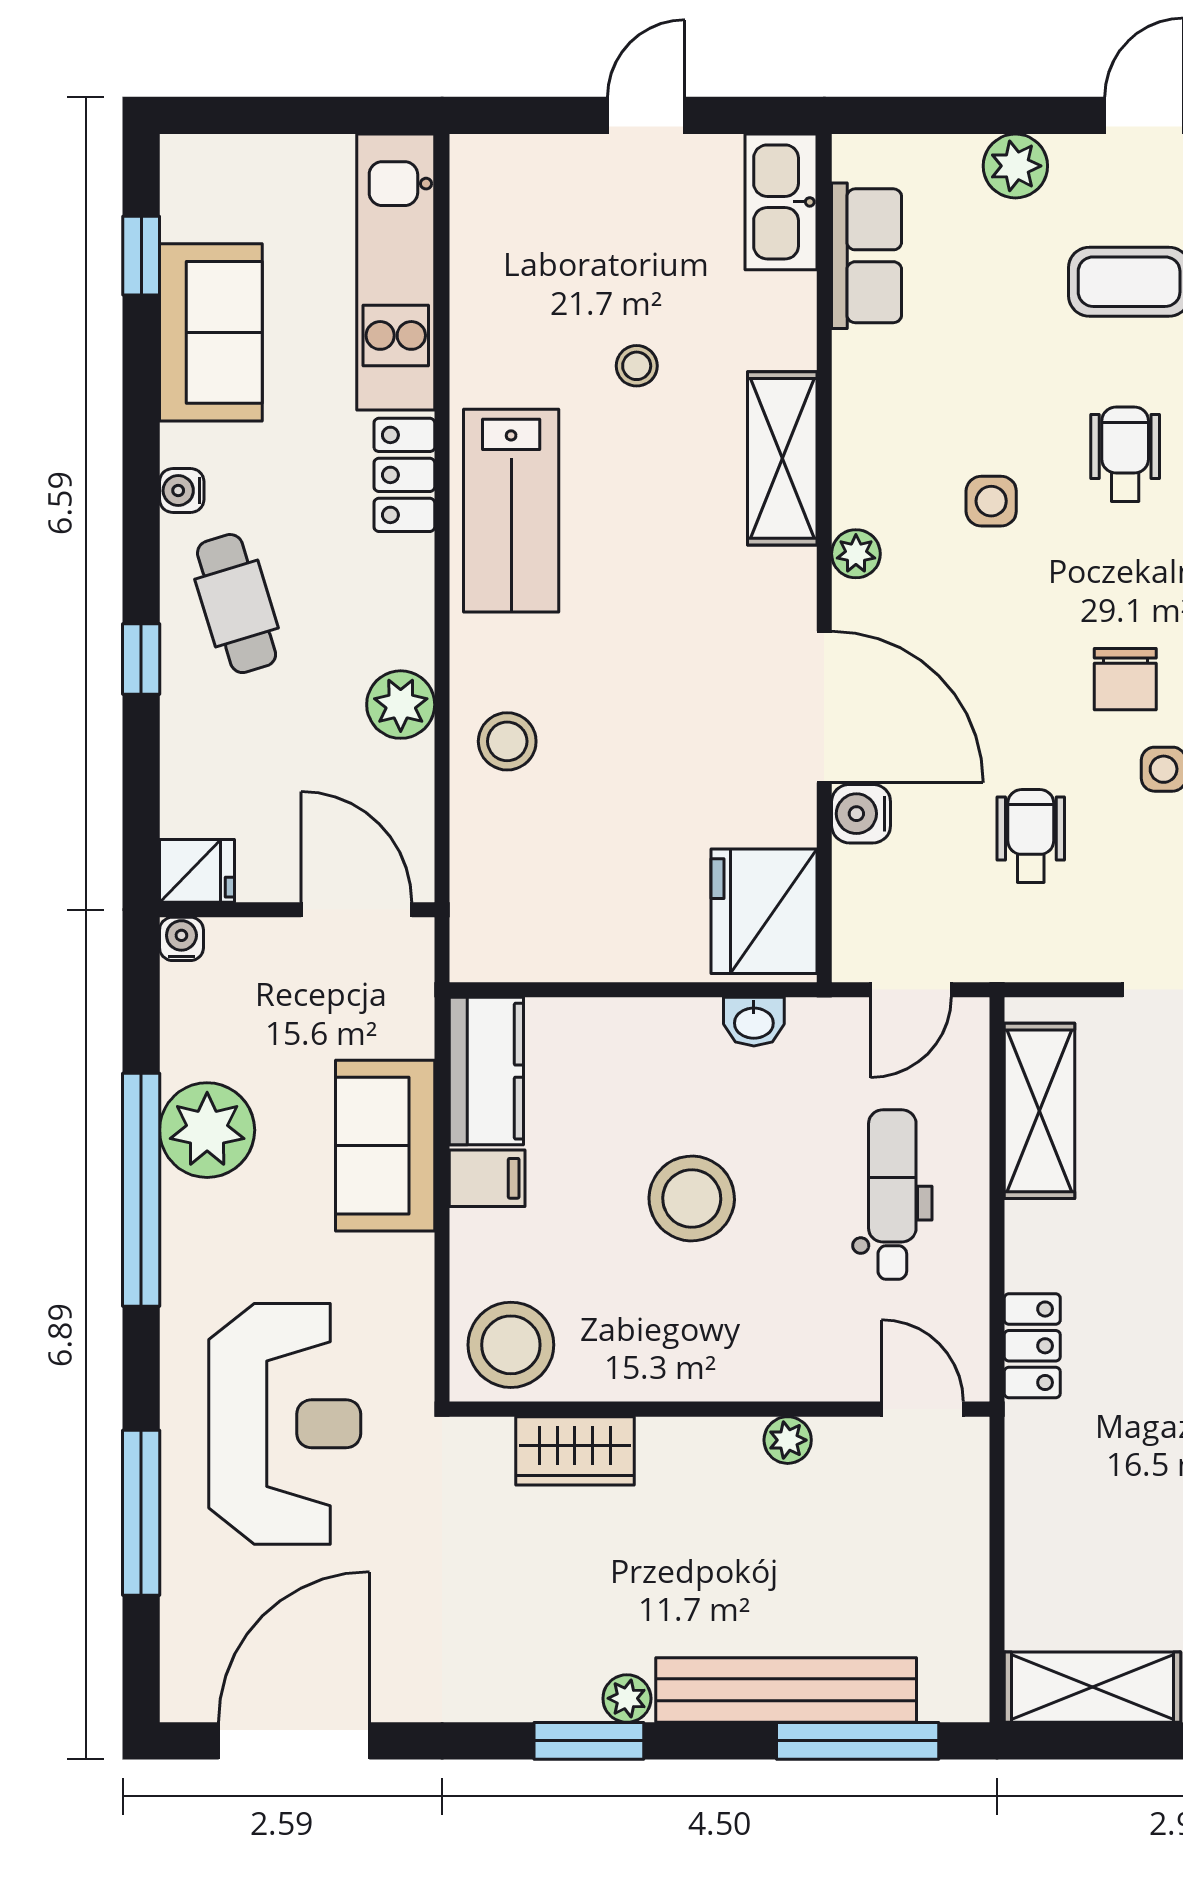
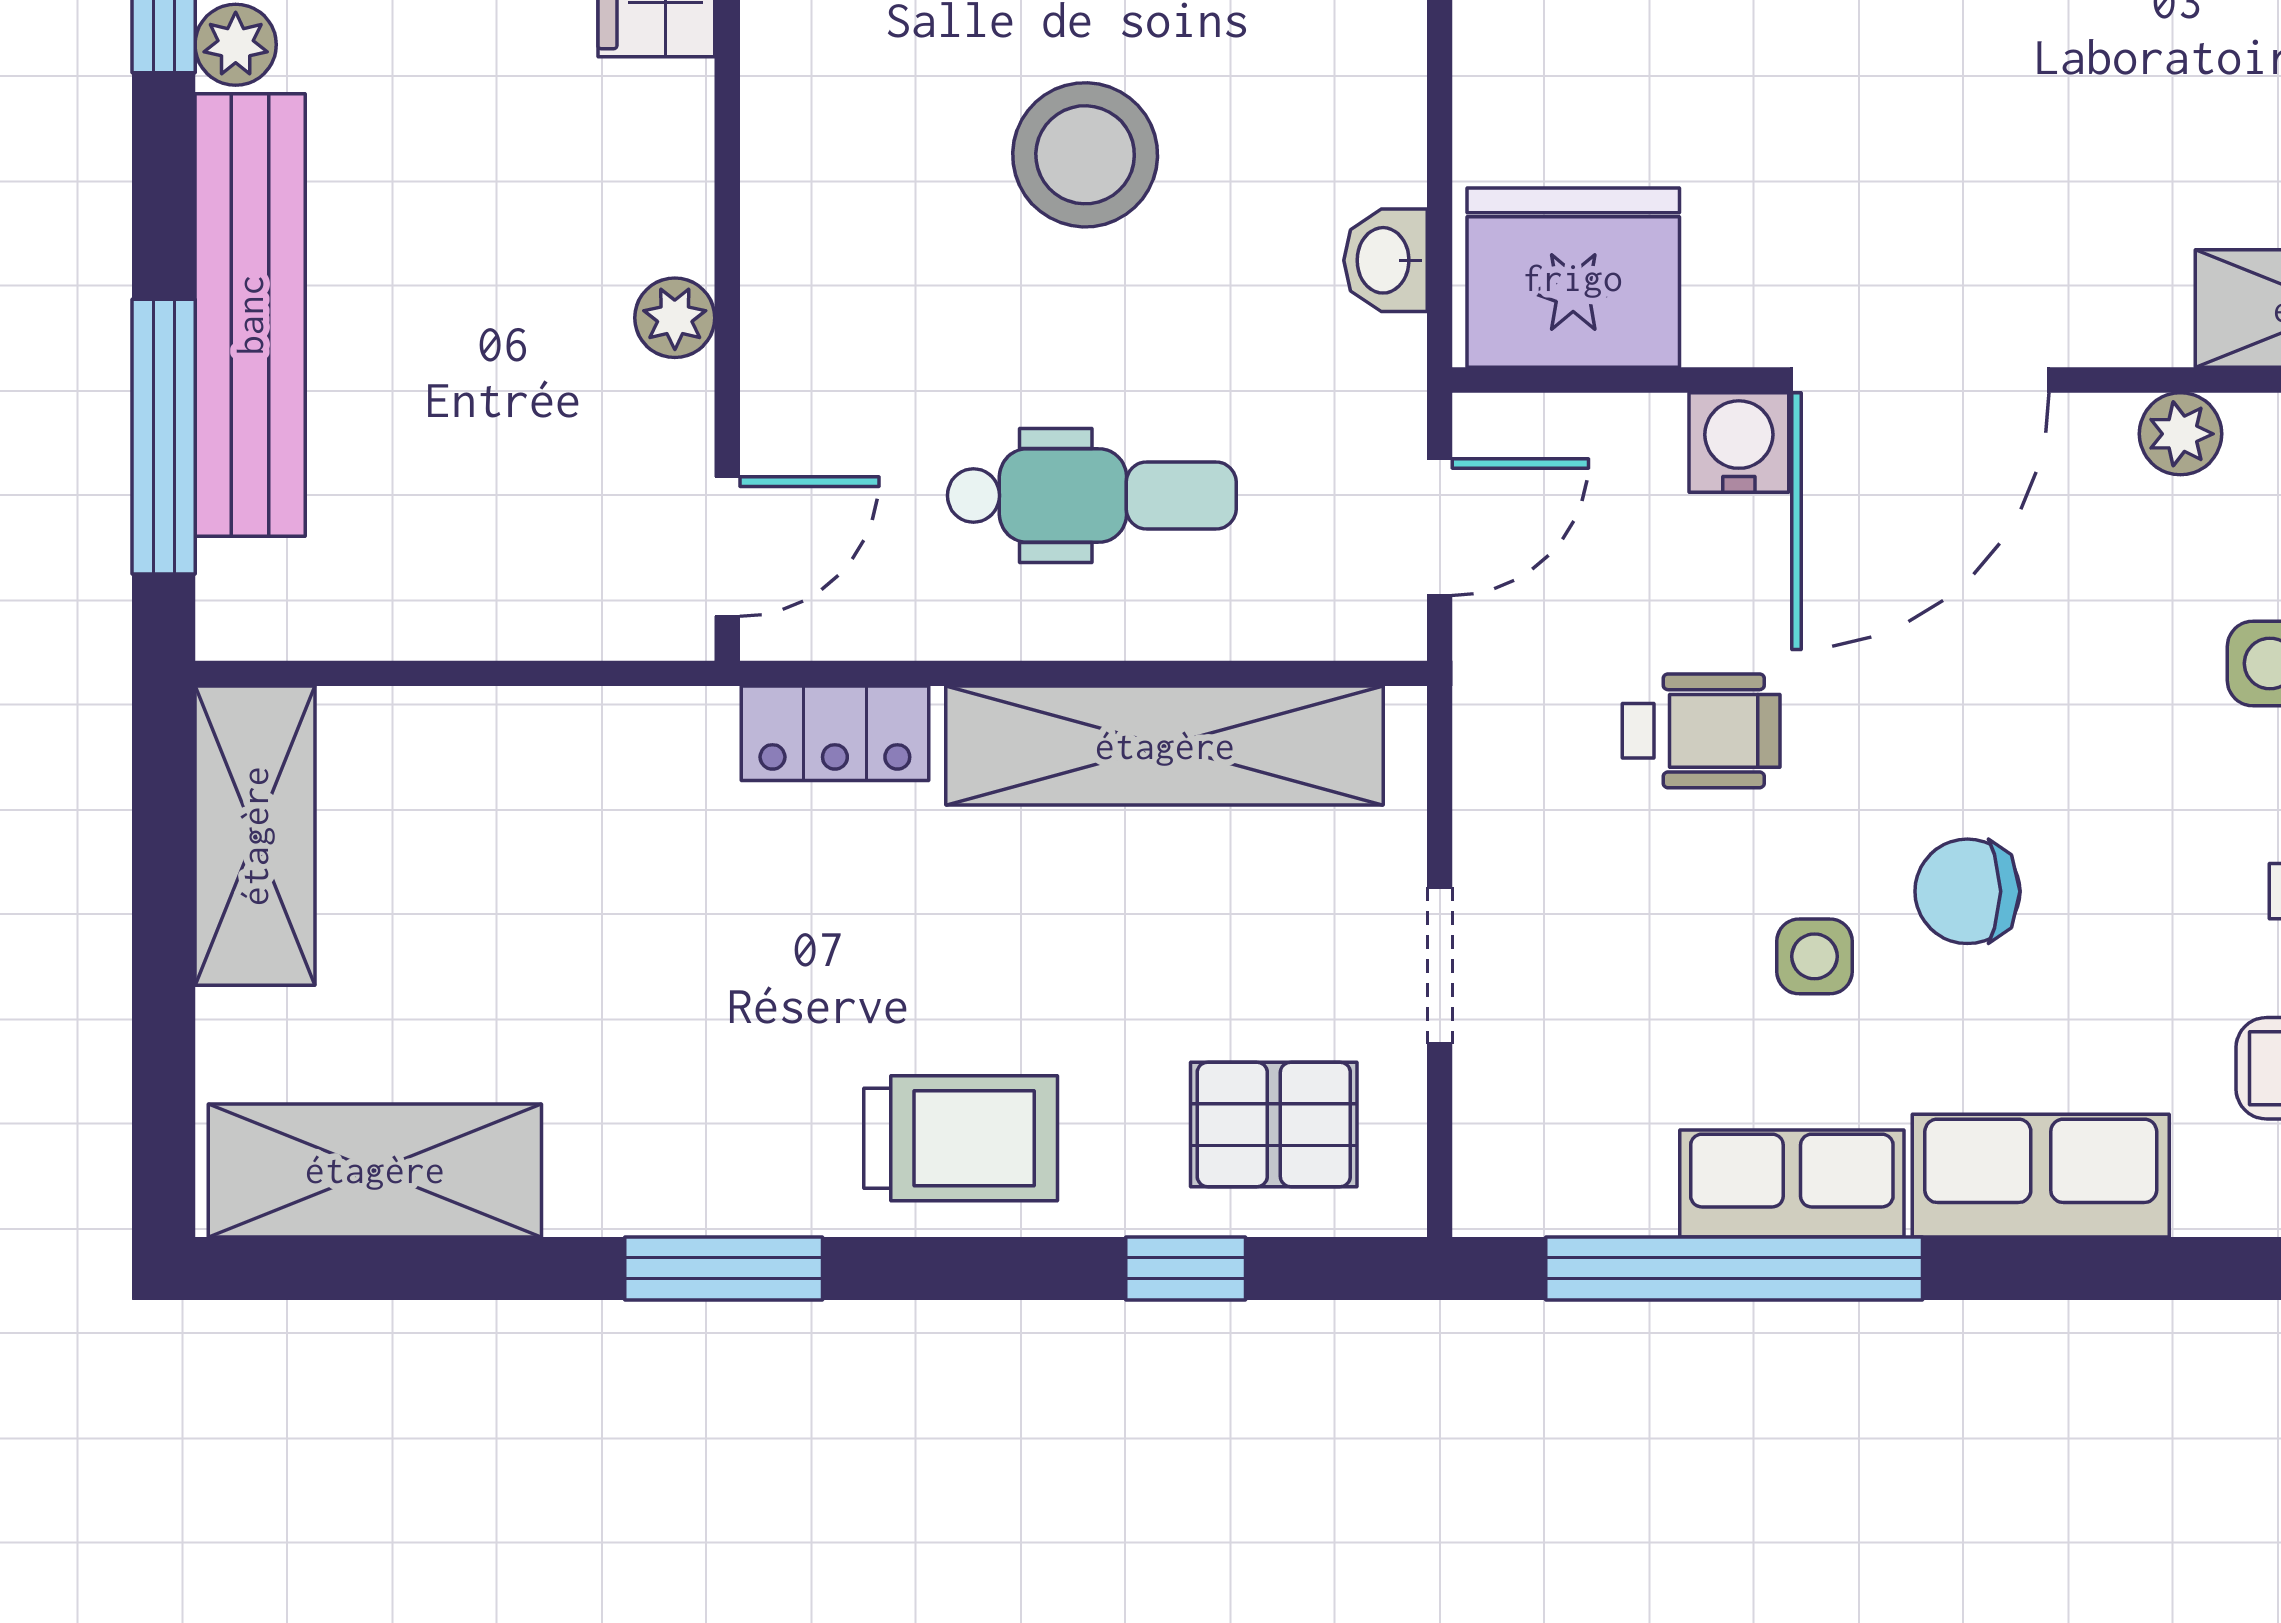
door: (911, 990) -> (1440, 527), swing flipped
shelving: (1039, 1111) -> (1165, 746), width x1.47

